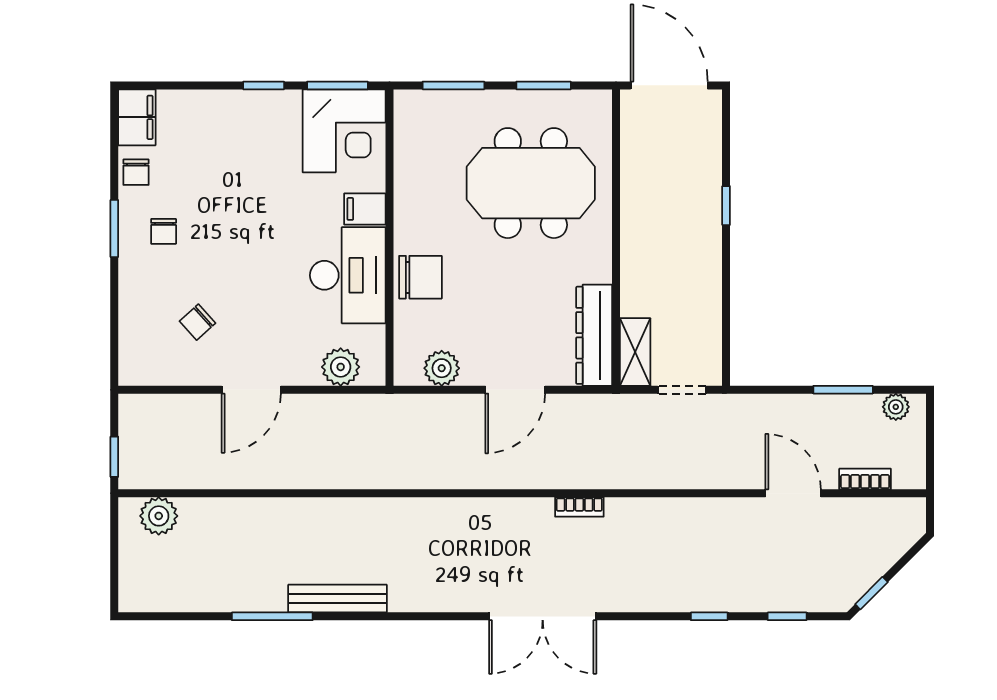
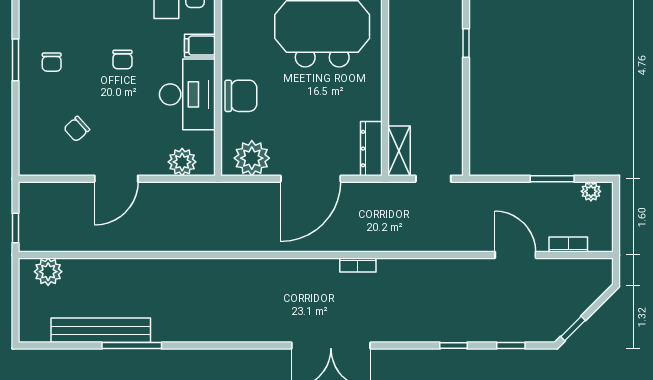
chair: (136, 172) -> (122, 60), moved
dresser: (594, 335) -> (371, 149), width x0.73, depth x0.80
plant: (442, 368) -> (252, 158), width x1.36, depth x1.36
door: (515, 390) -> (311, 179), width x1.36
bench: (337, 599) -> (101, 330), moved, width x1.37, depth x1.21

